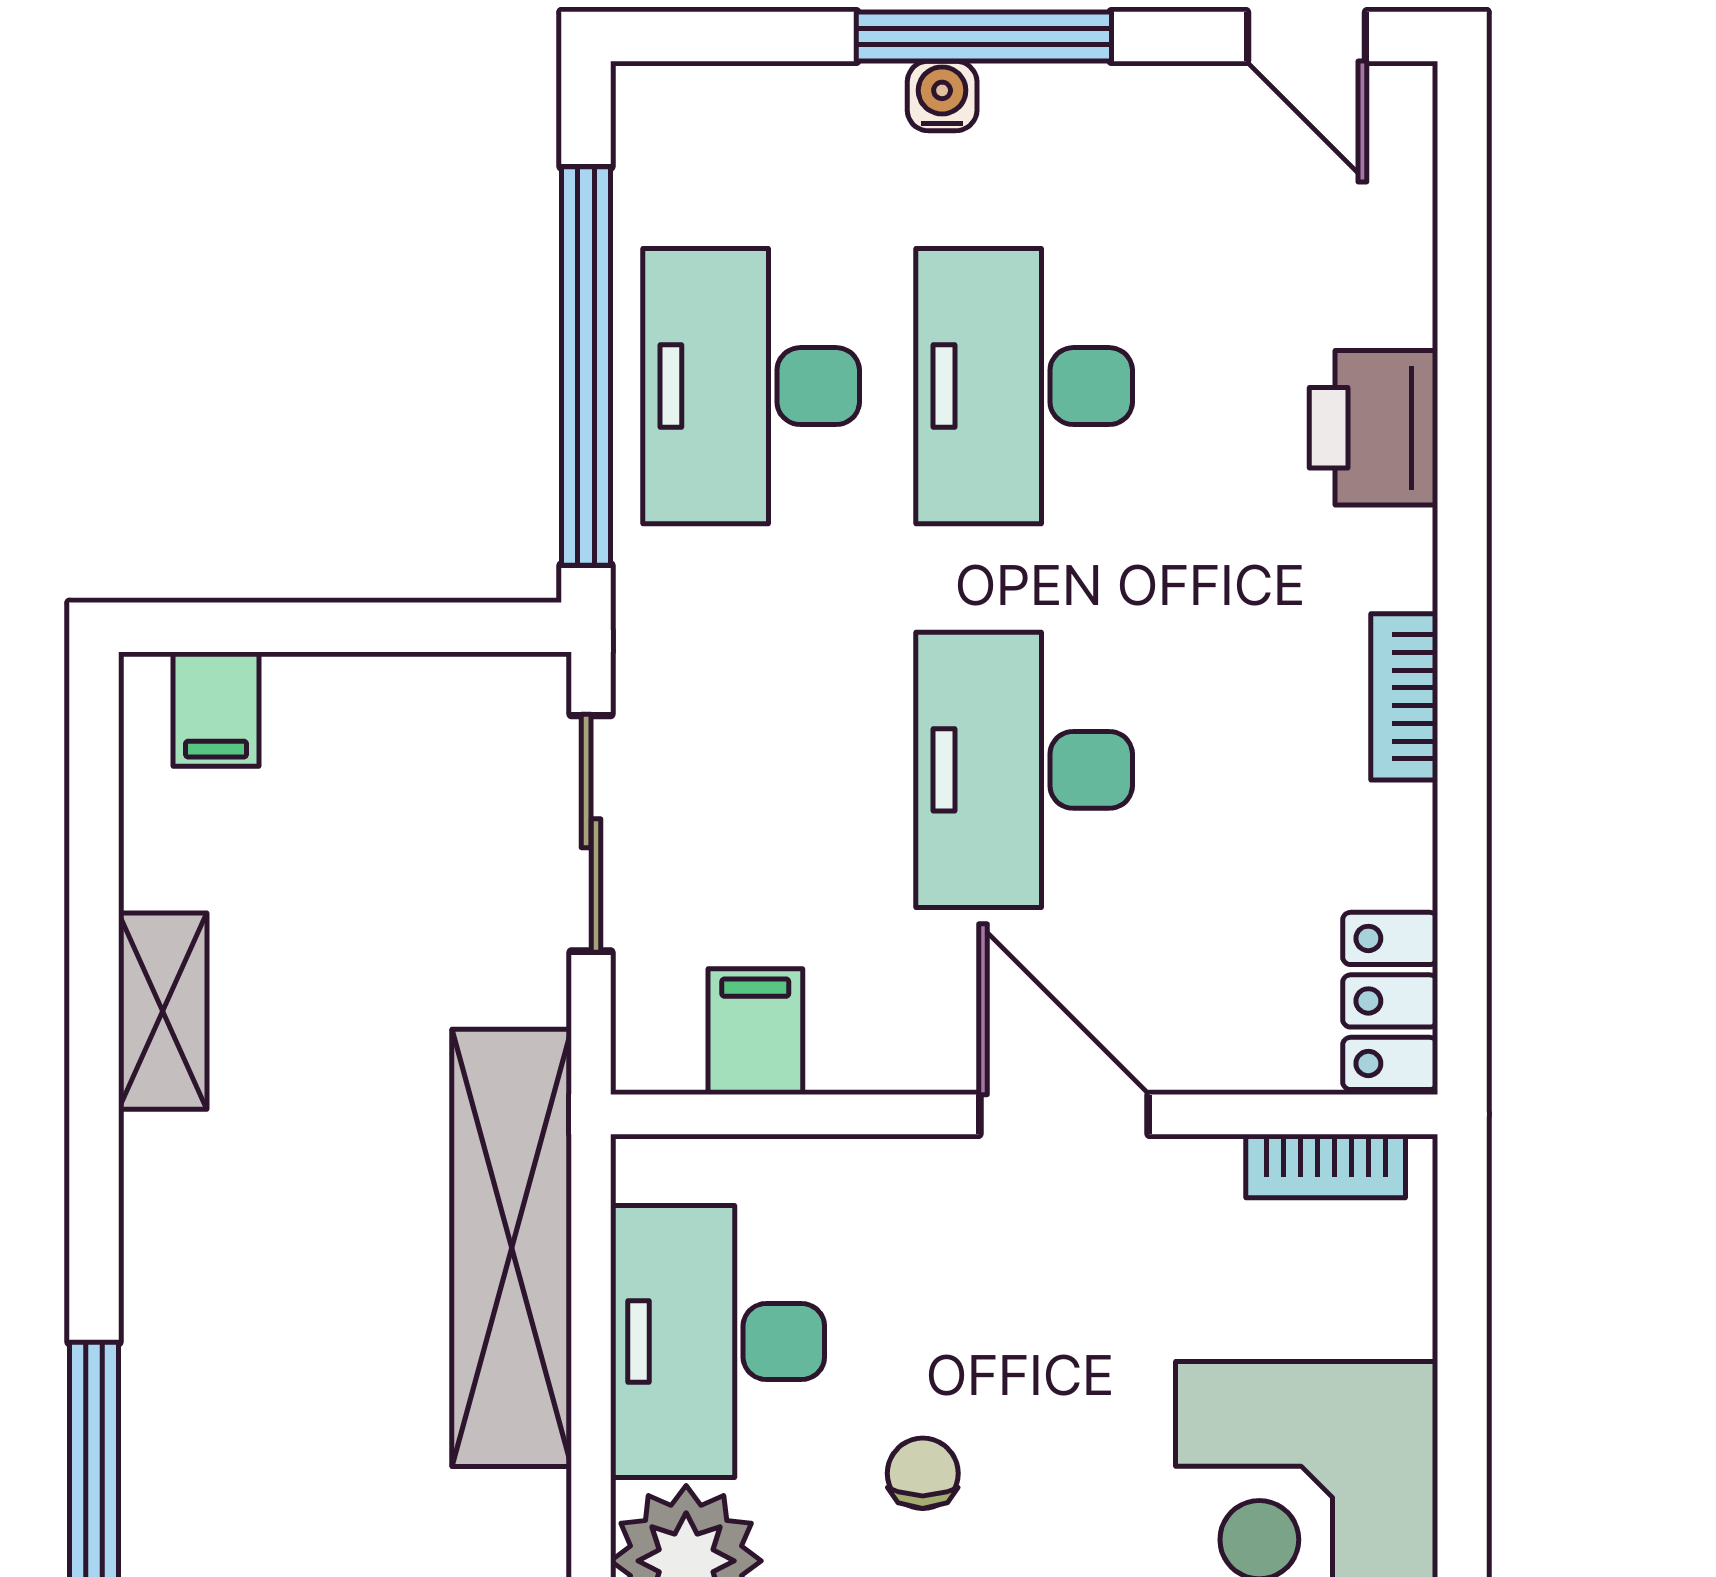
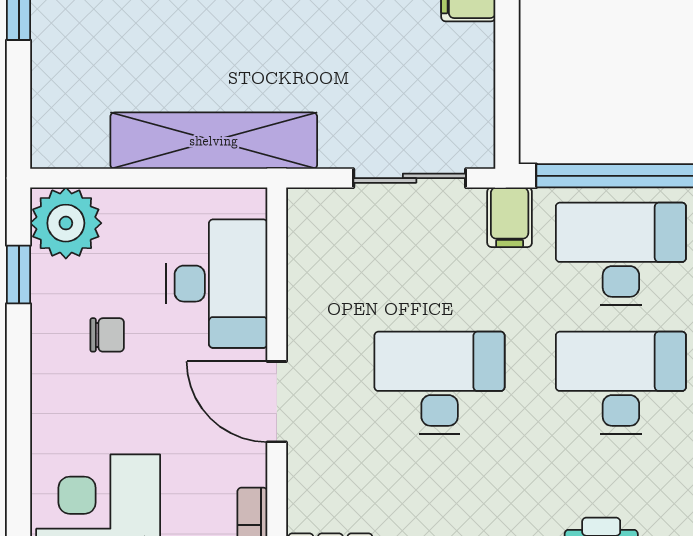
filing cabinet: (755, 1032) -> (510, 217), moved, turned 90
door: (1064, 1114) -> (277, 402), swing flipped
desk: (718, 1342) -> (217, 284), moved, turned 90

